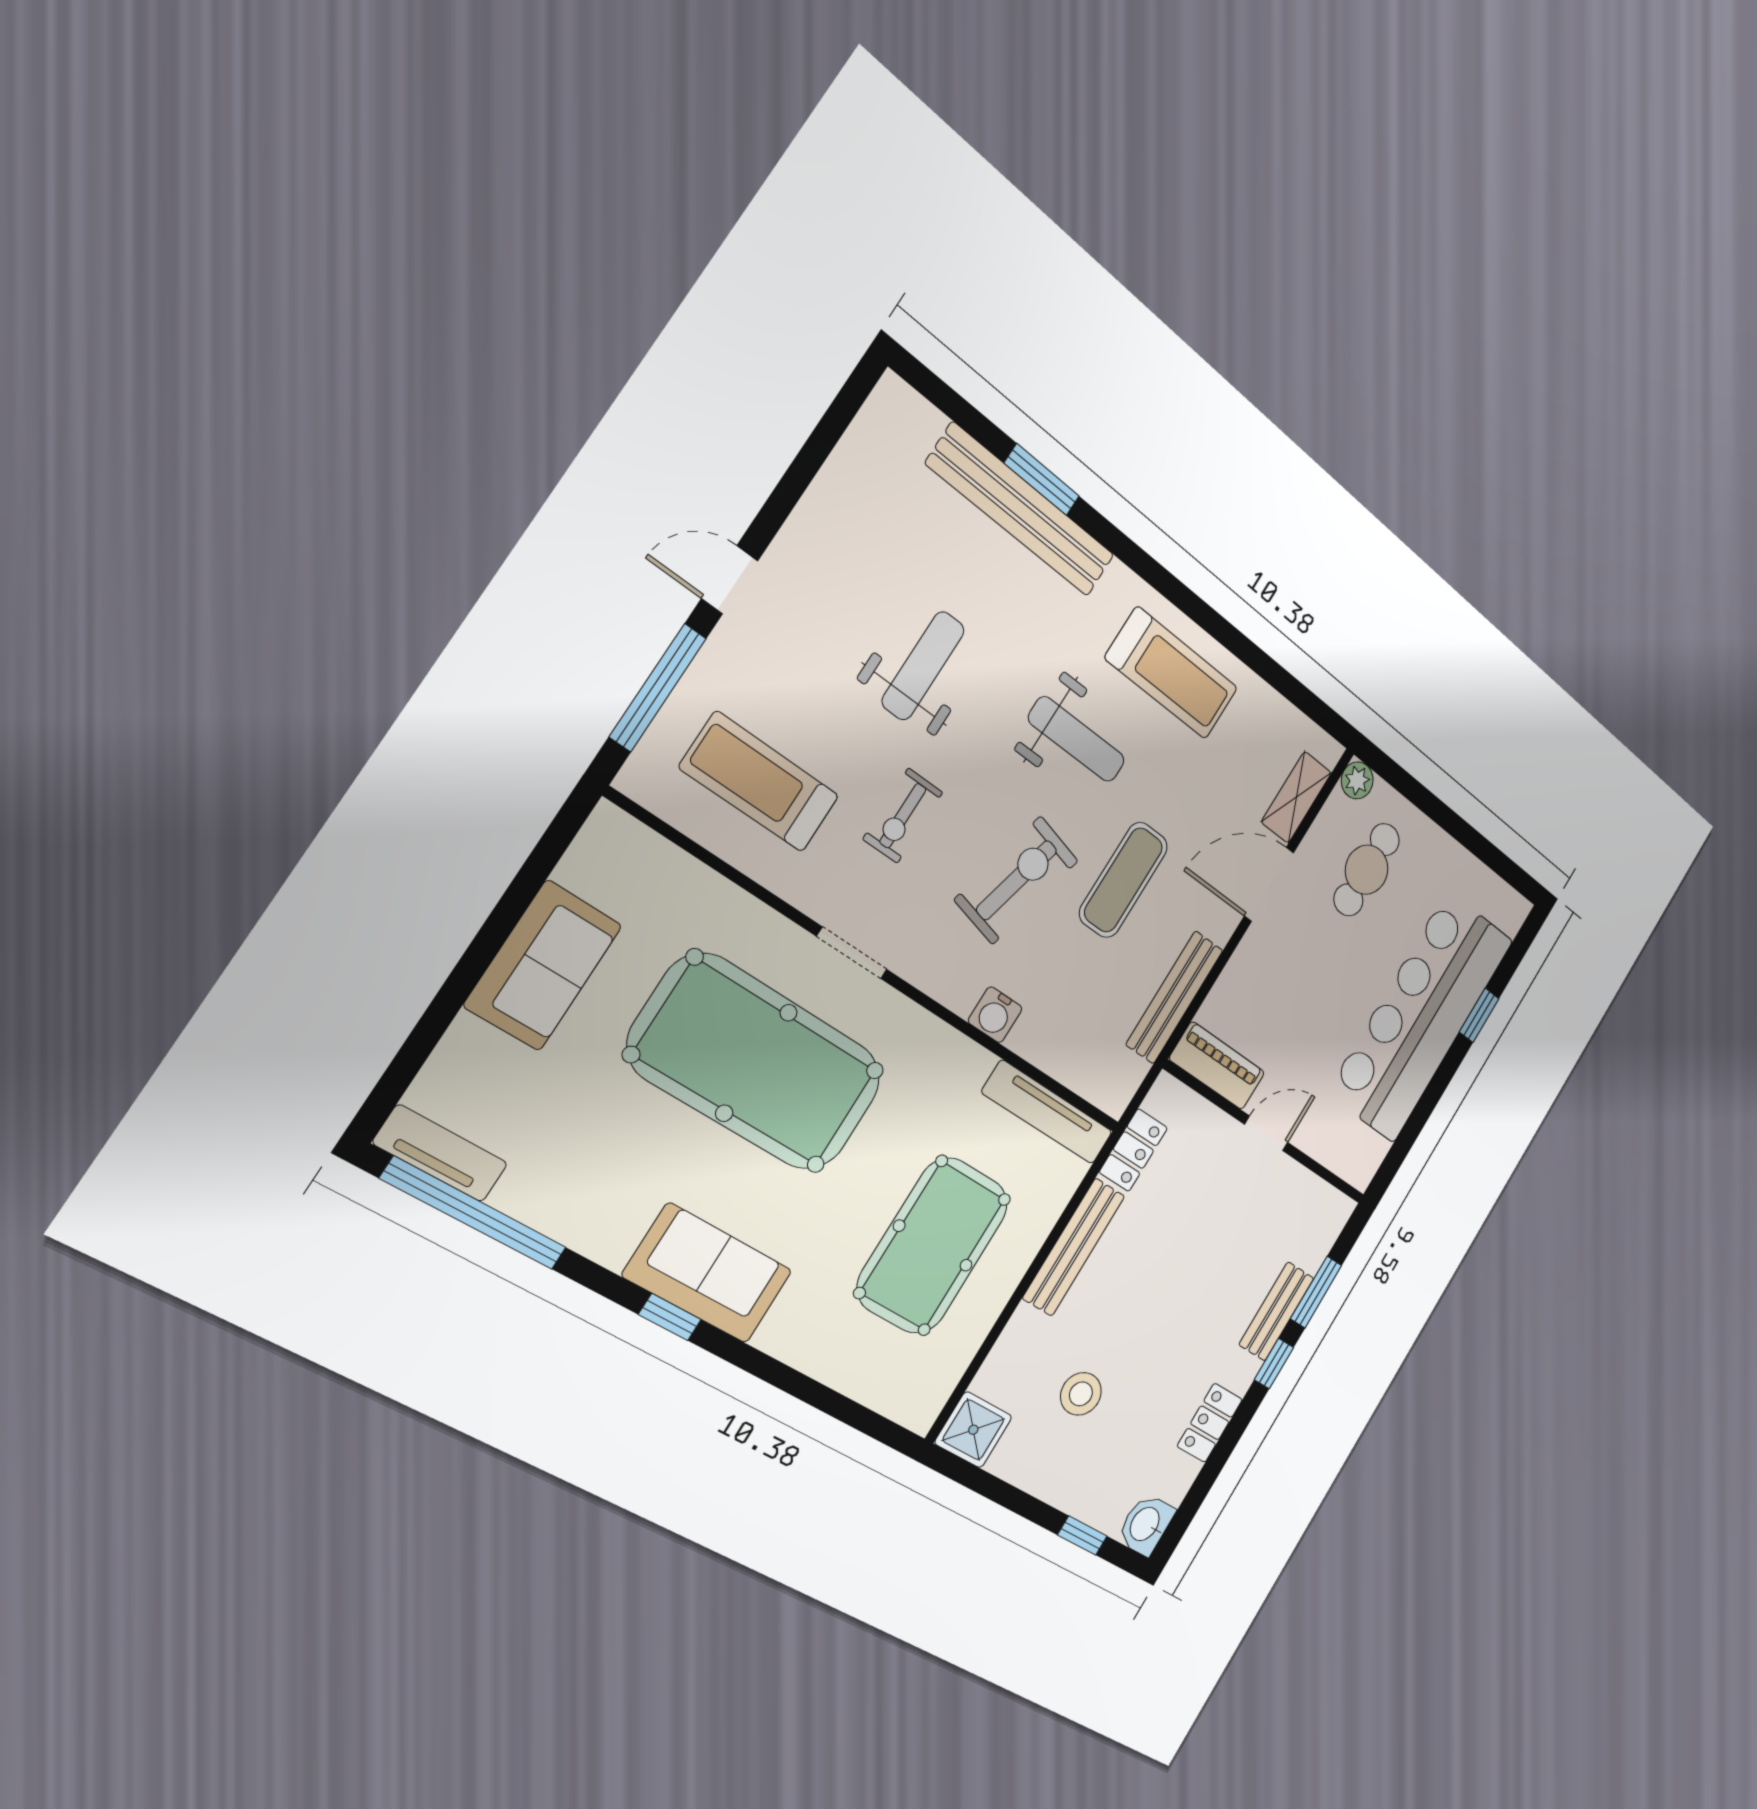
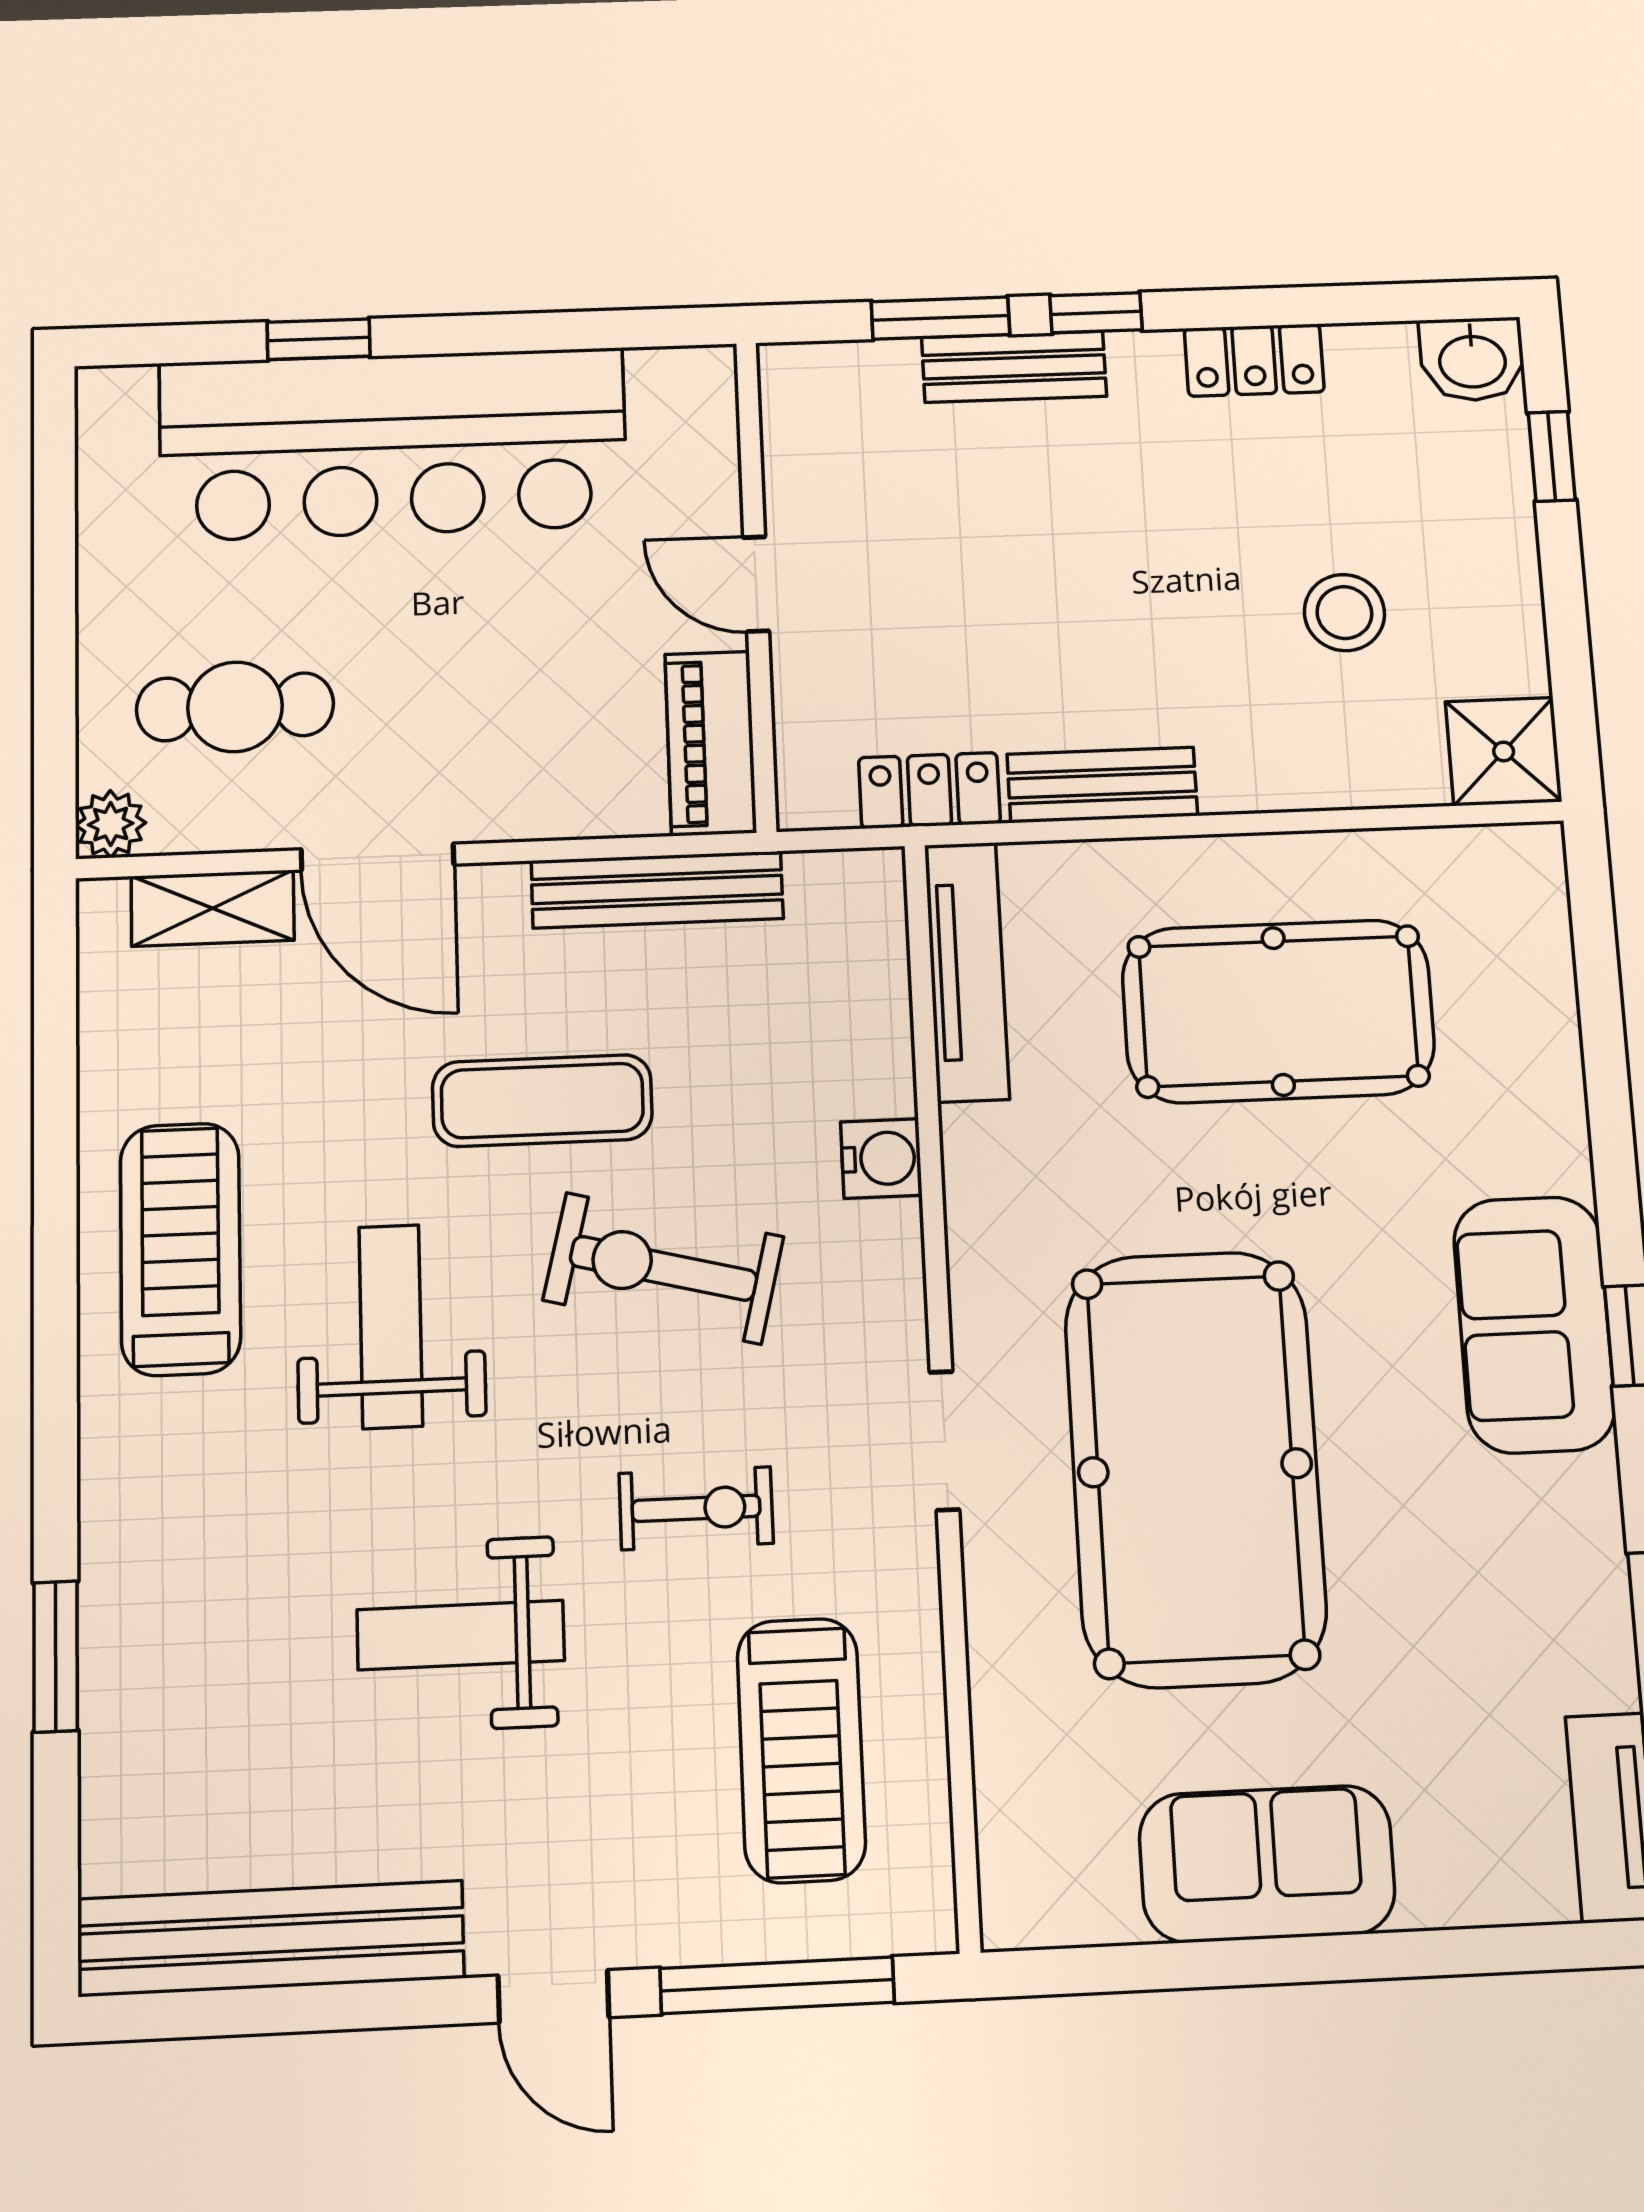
bench: (1021, 510) -> (271, 1938), moved, turned 90
bench: (1074, 1247) -> (1102, 785), width x0.73

